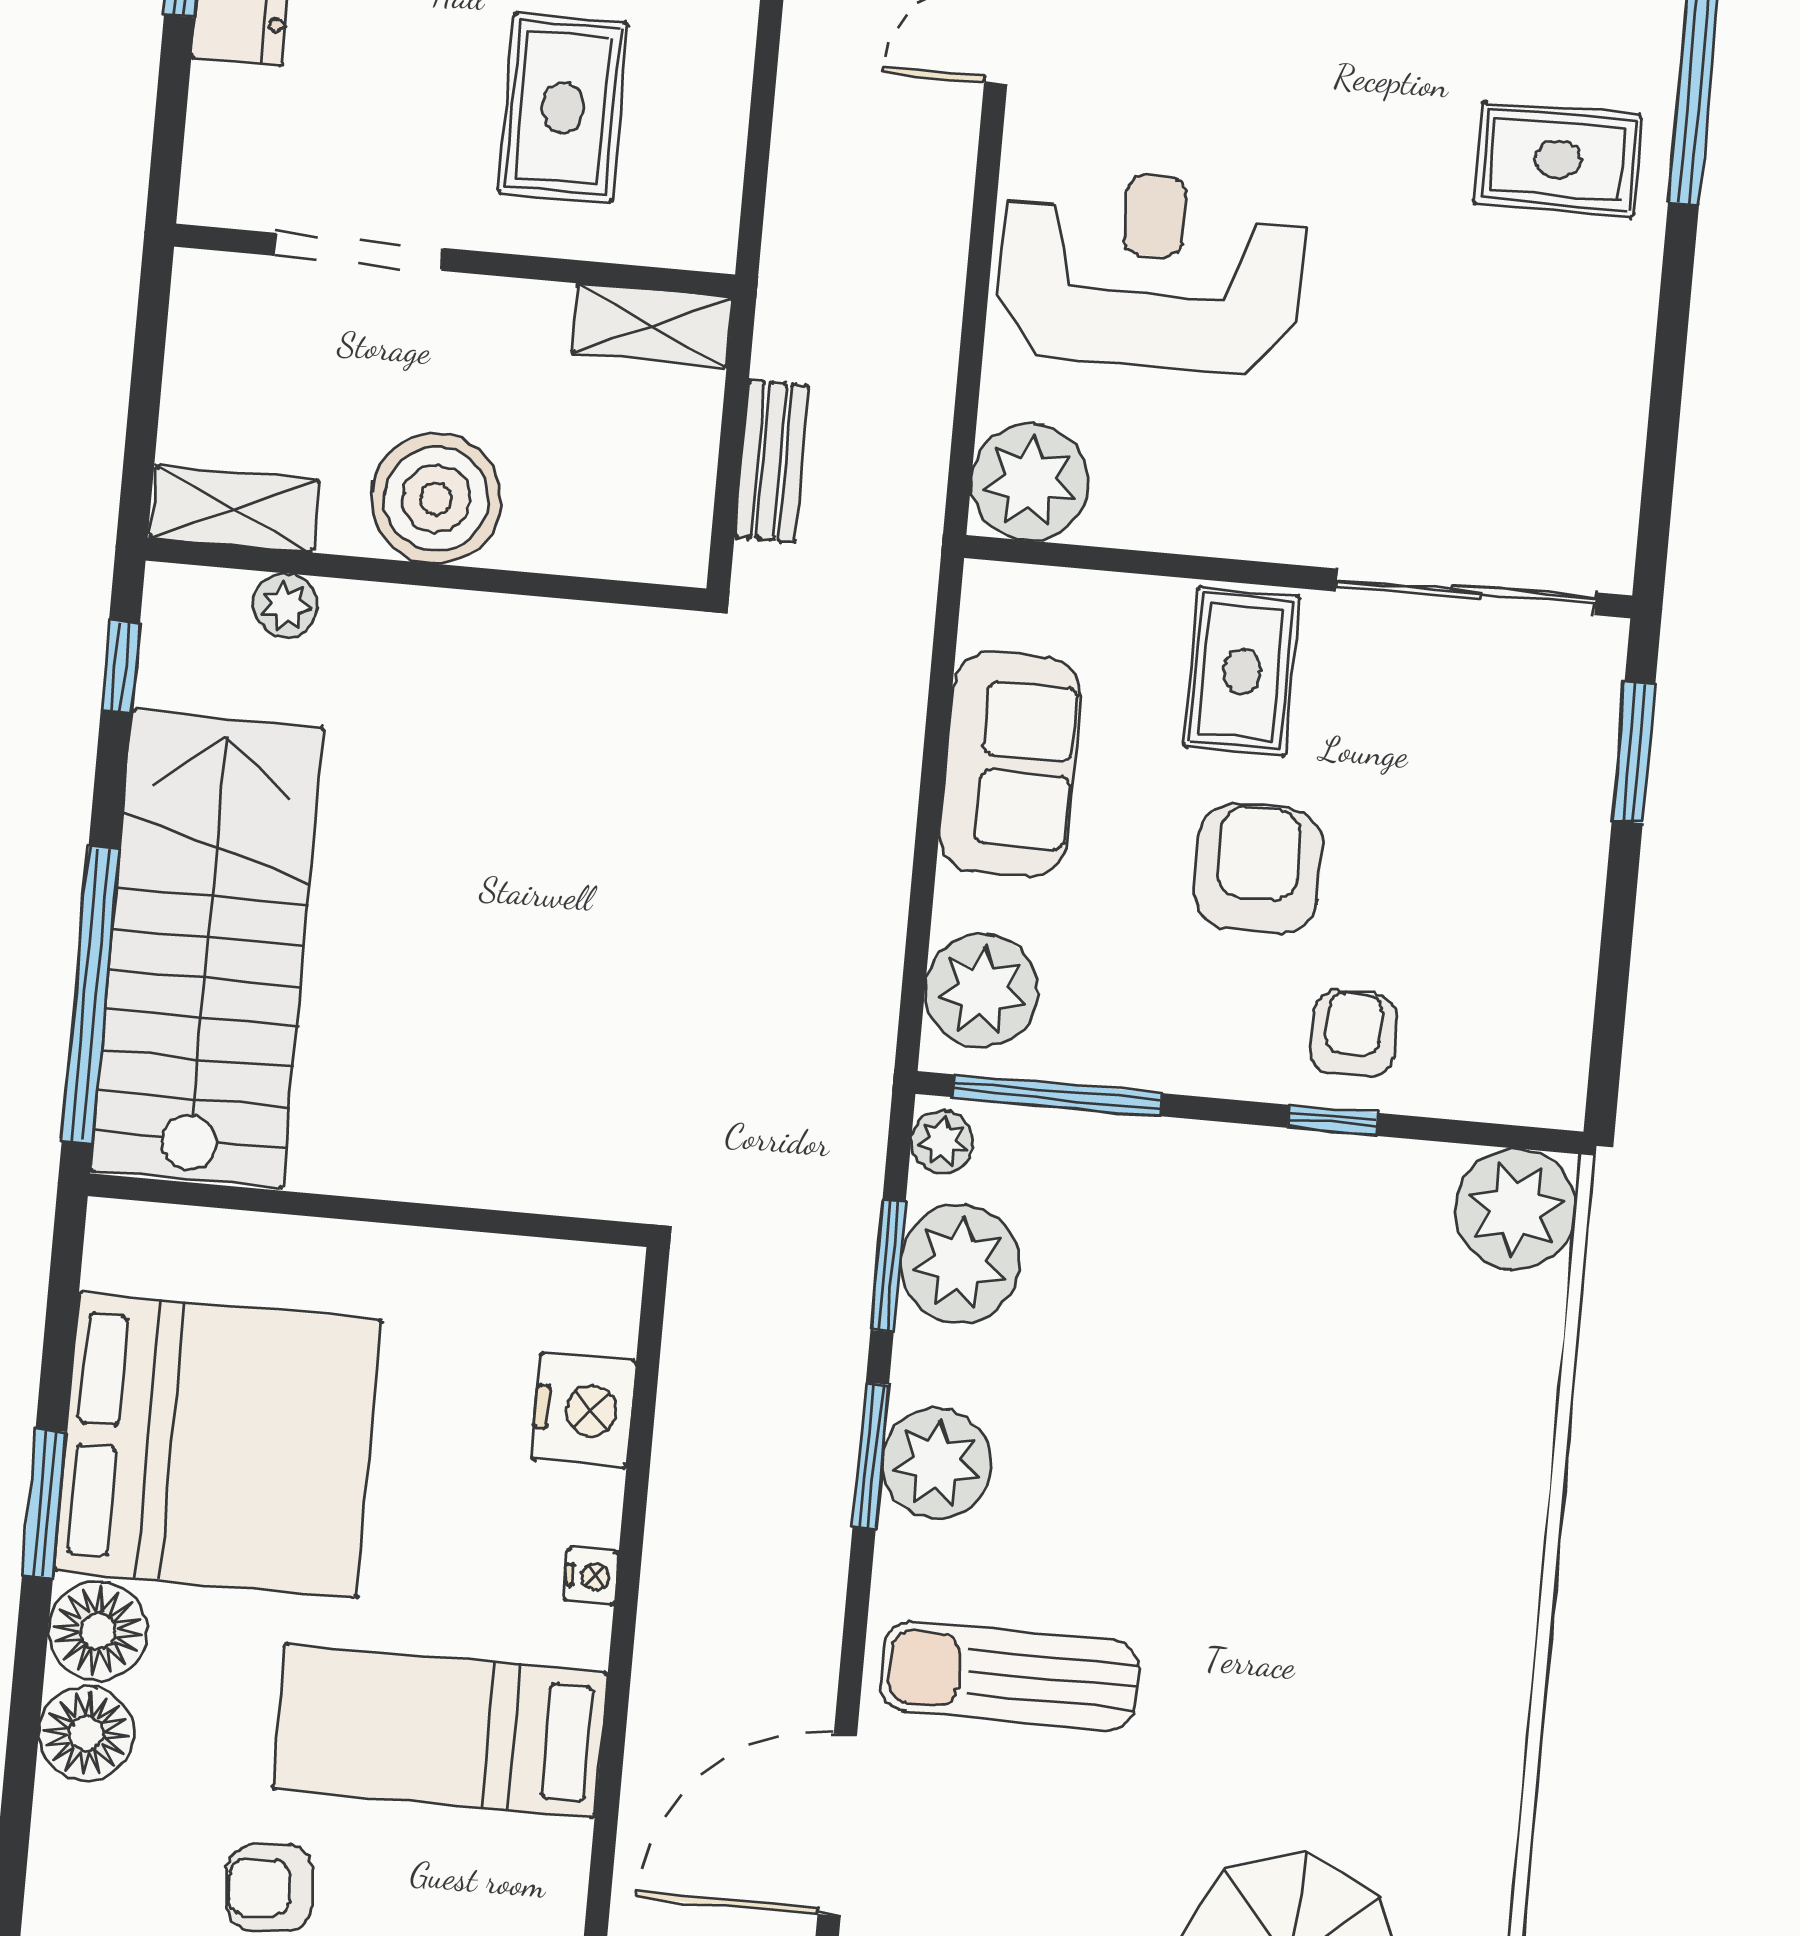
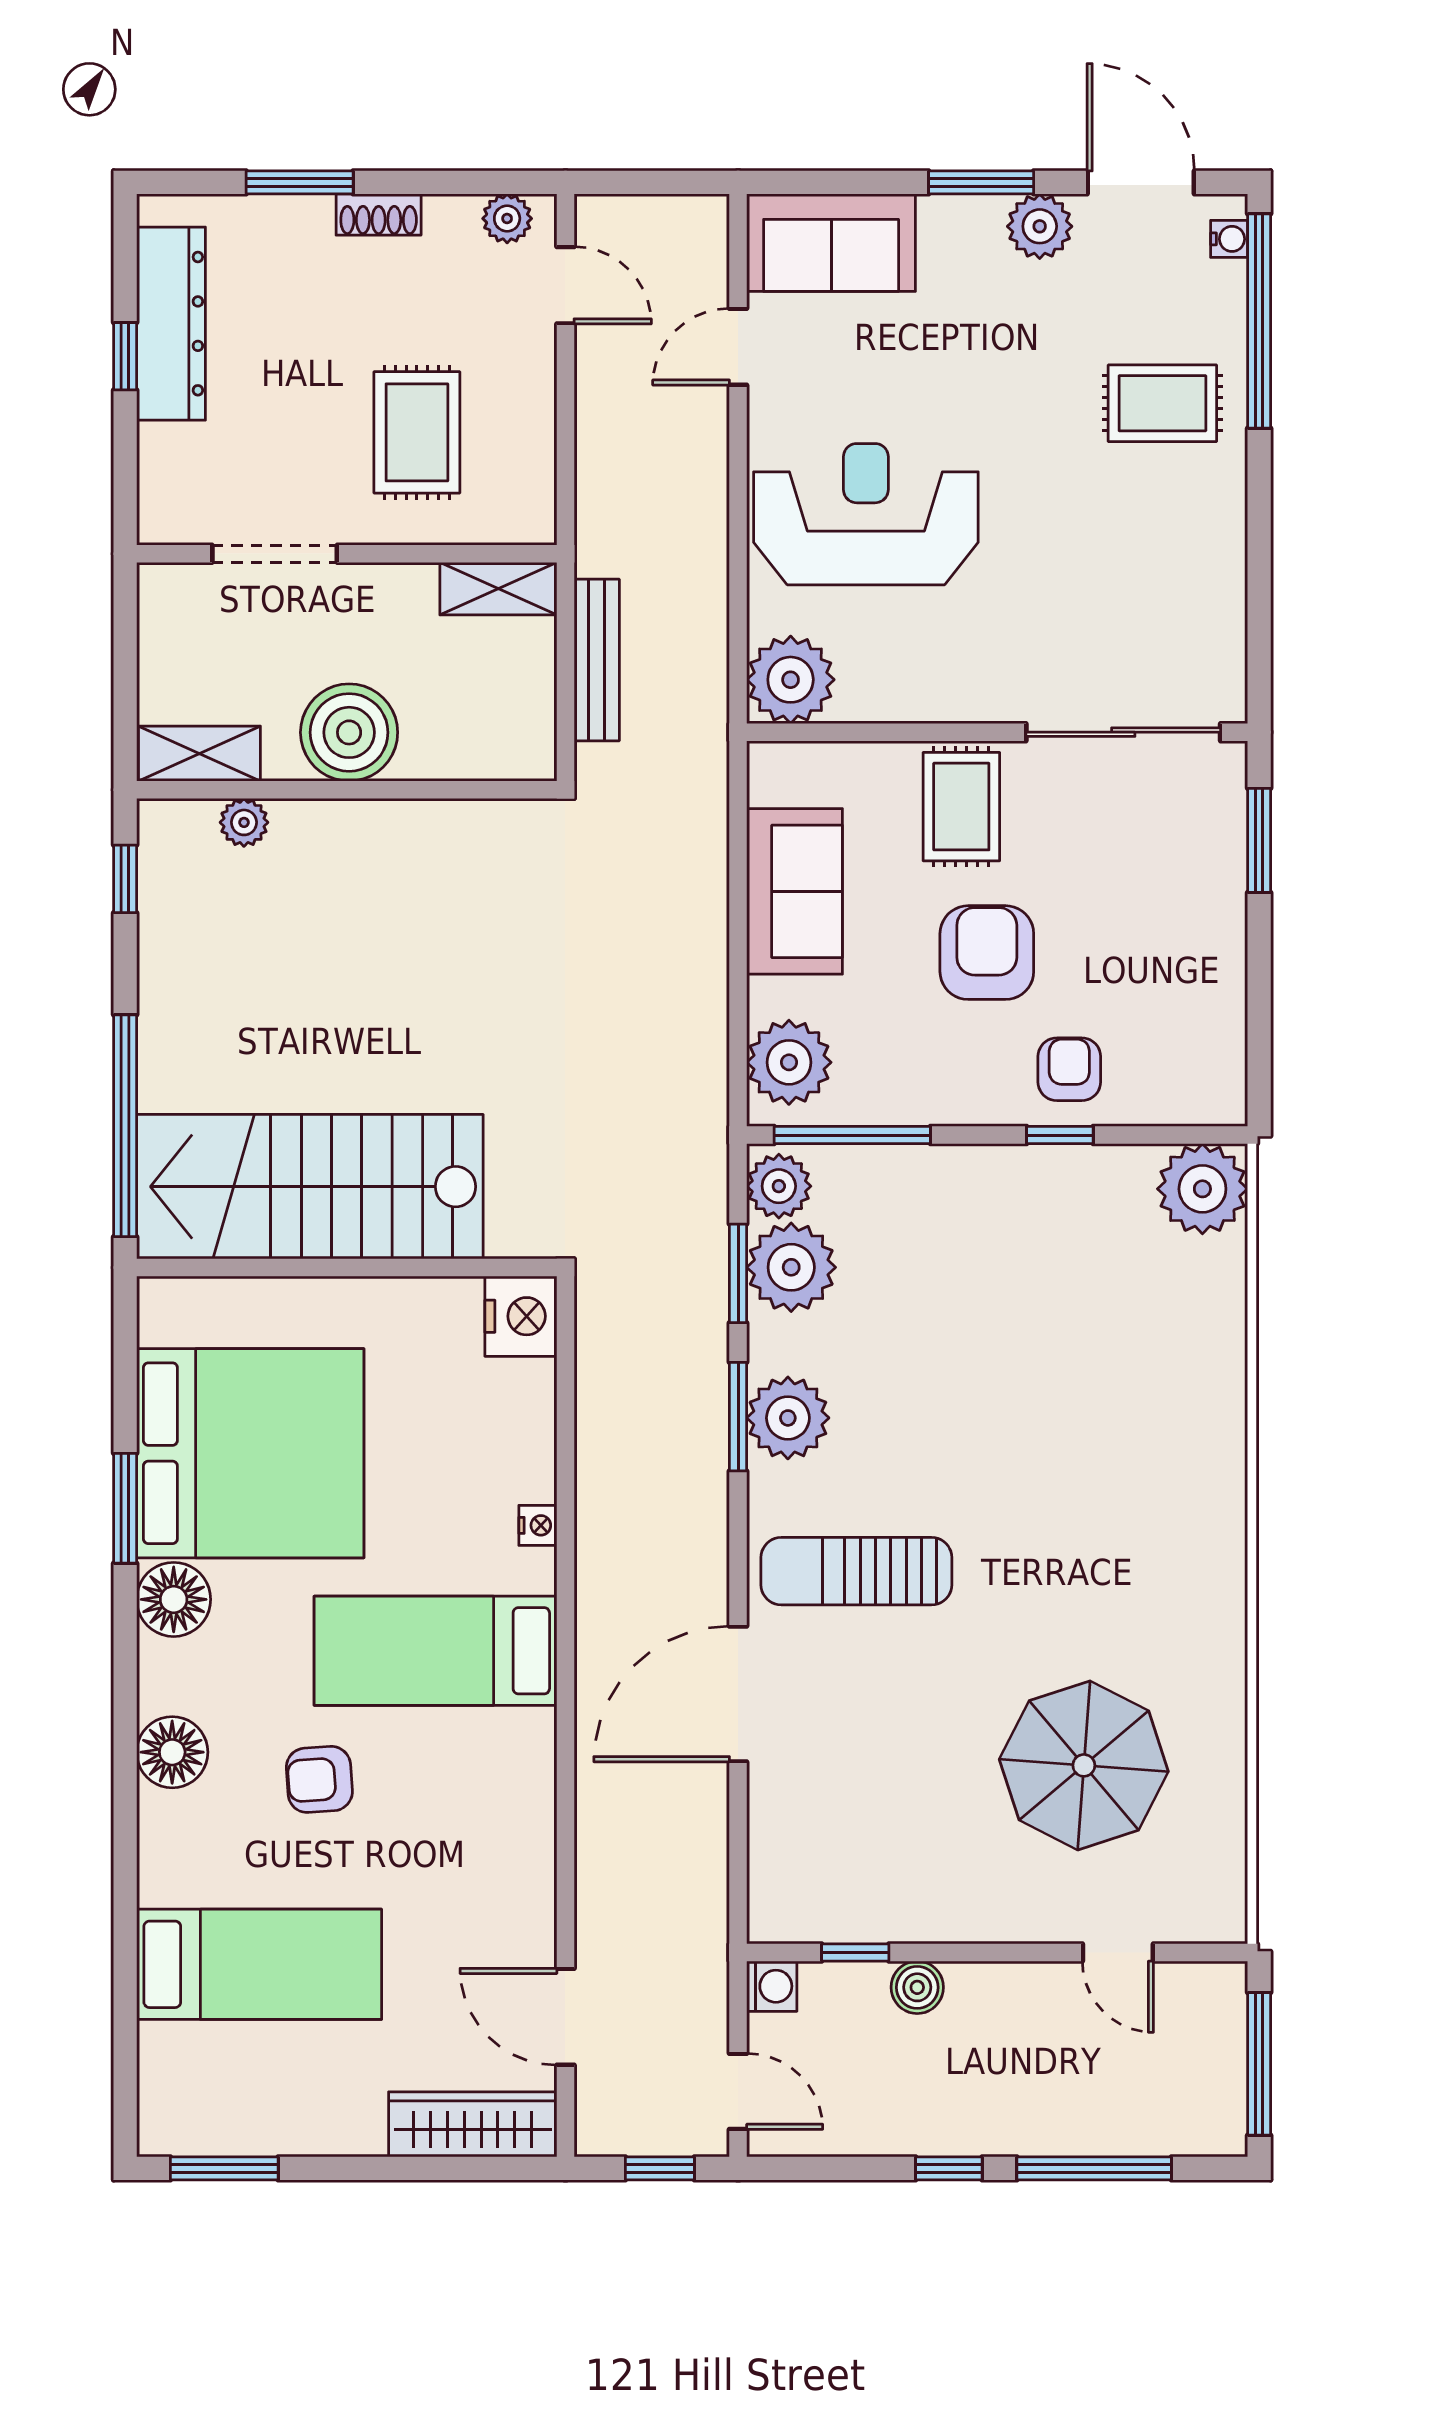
bench: (772, 461) -> (597, 660), width x1.36
stairs: (207, 949) -> (310, 1187), moved, turned -90
plant: (942, 1142) -> (779, 1186), width x1.38, depth x1.38
nightstand: (584, 1410) -> (521, 1316), moved
floor lamp: (86, 1733) -> (172, 1752), moved

